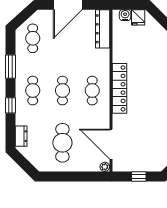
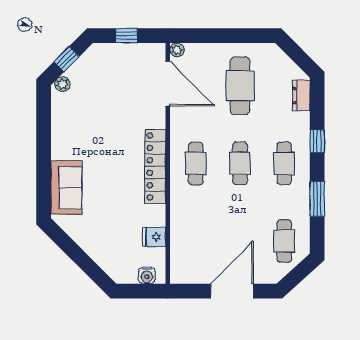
fridge: (138, 17) -> (154, 237), moved, turned -90
dresser: (103, 29) -> (180, 255), removed

